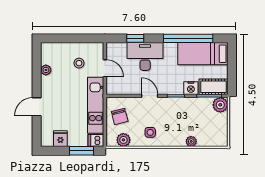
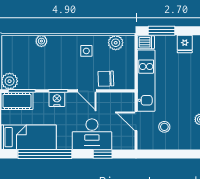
nightstand: (191, 88) -> (57, 99), moved
chair: (120, 116) -> (106, 79), moved, turned -78

